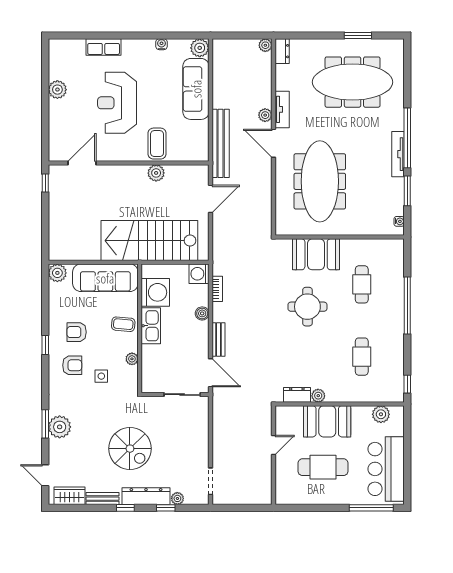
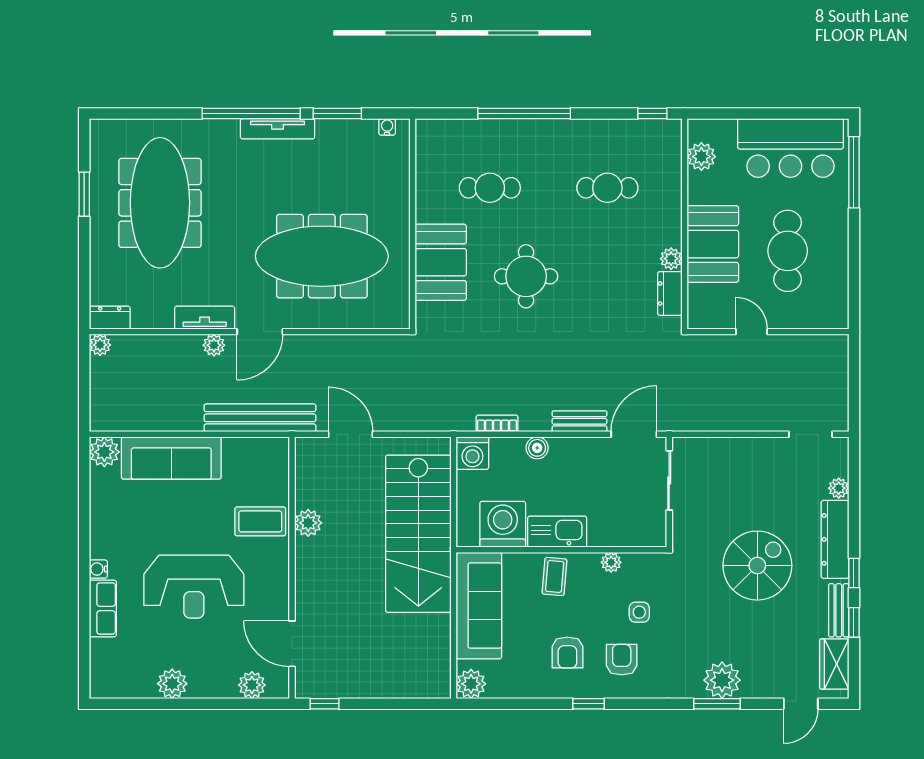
water cooler: (162, 44) -> (98, 569), moved
plant: (57, 138) -> (252, 685), added
window: (166, 508) -> (854, 622), moved

